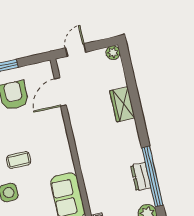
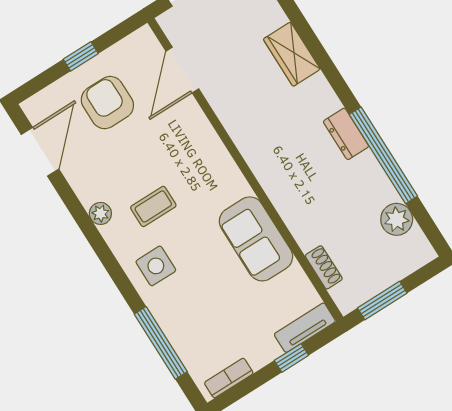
dresser: (141, 177) -> (346, 134), moved

